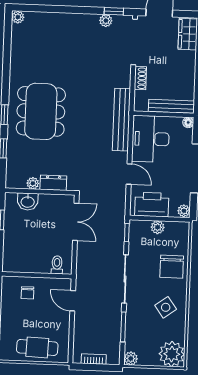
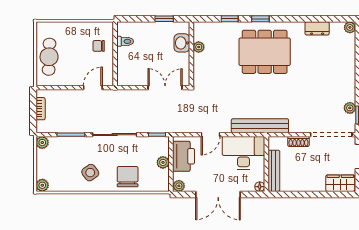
dresser: (53, 183) -> (317, 28), moved, turned 90
double door: (76, 222) -> (165, 88), swing flipped
toilet: (57, 265) -> (125, 41), moved
chair: (172, 267) -> (128, 177), turned 90
plant: (172, 354) -> (42, 185), width x0.53, depth x0.53

